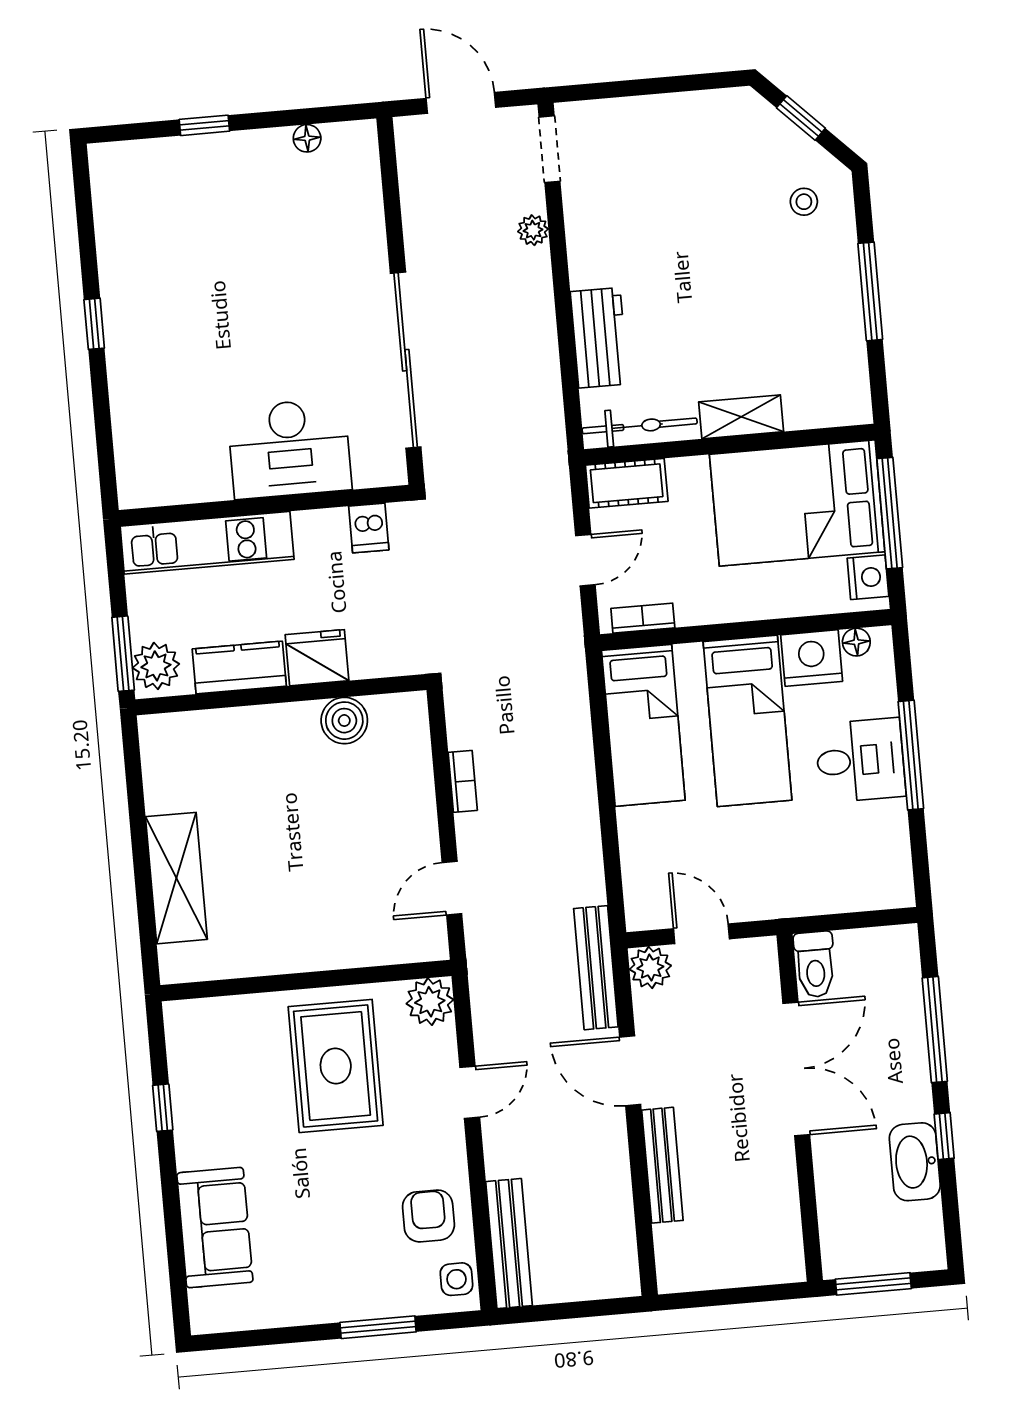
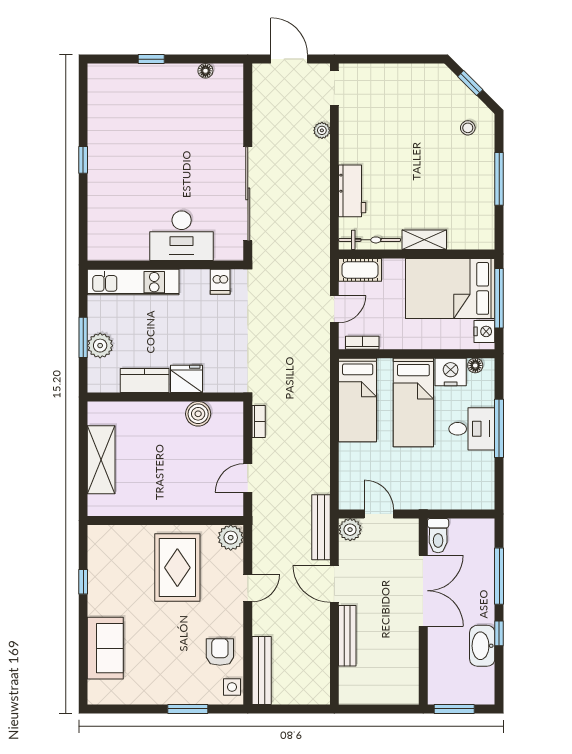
fridge: (317, 658) -> (186, 379), moved
kitchen counter: (239, 668) -> (145, 381), moved
wall: (281, 695) -> (165, 397), moved
boiler: (344, 721) -> (198, 414), moved

